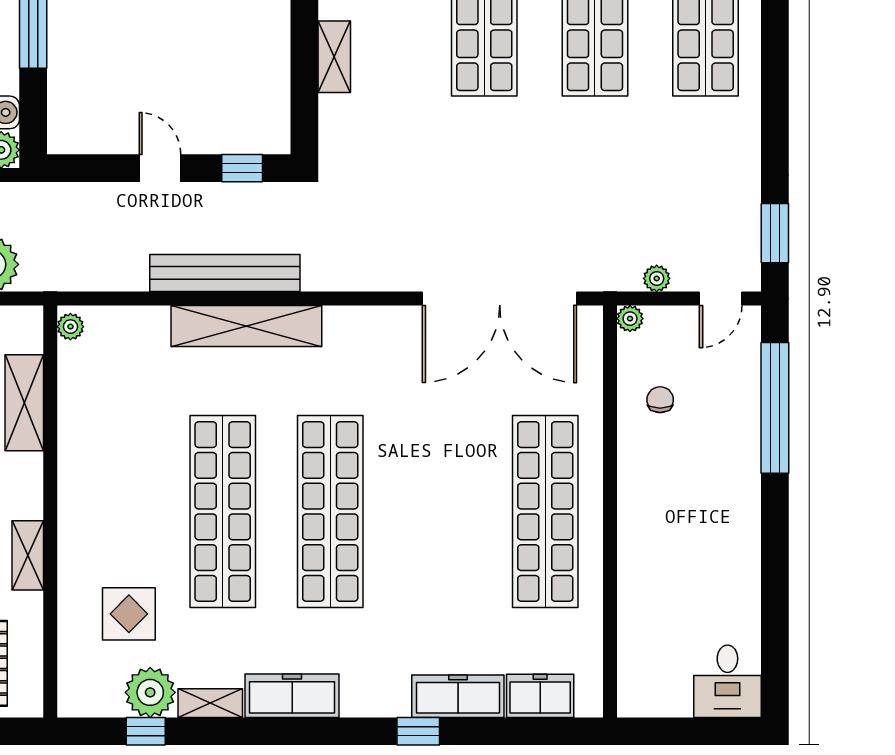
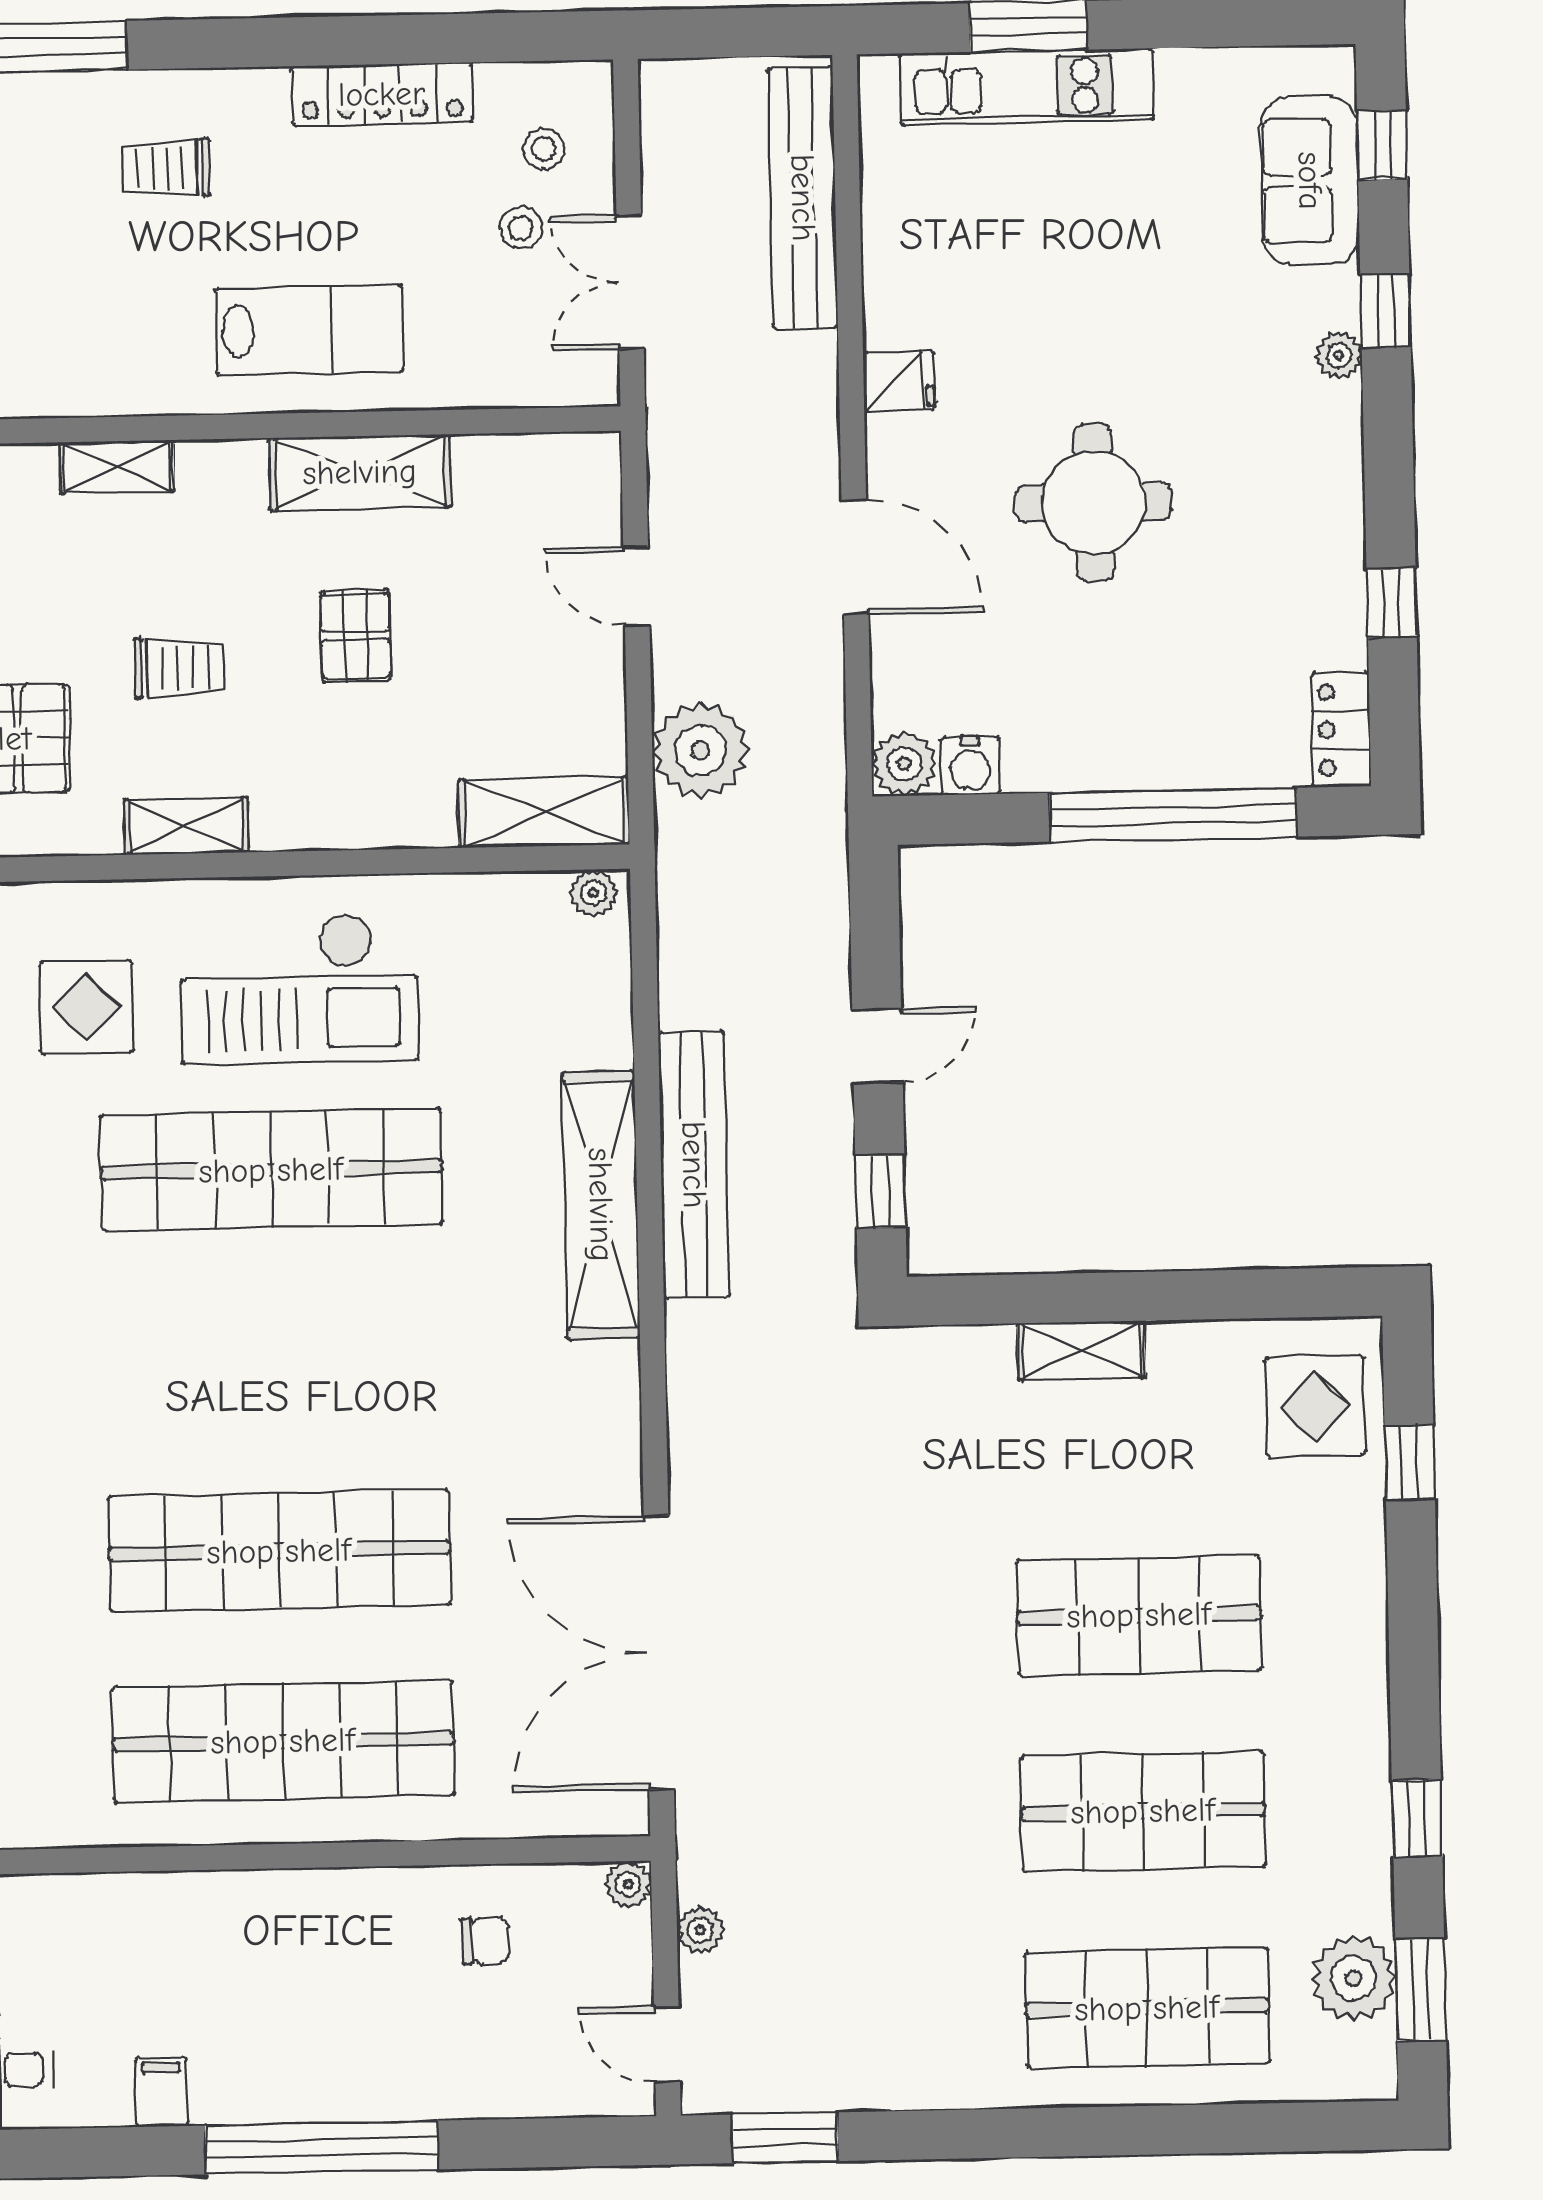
shelving: (24, 403) -> (544, 812), moved
window: (775, 408) -> (322, 2148), moved
checkout: (121, 494) -> (299, 989), added
shop shelf: (330, 511) -> (279, 1551), moved
filing cabinet: (742, 584) -> (161, 2092), added

